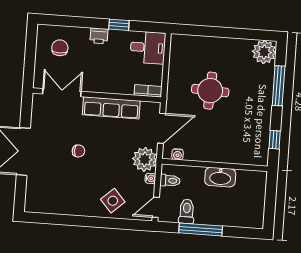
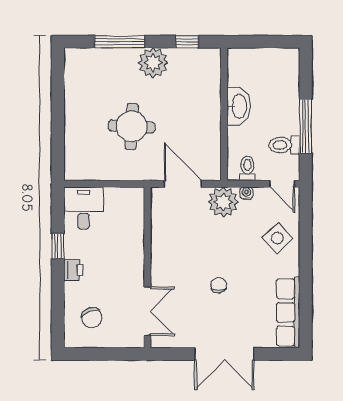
chair: (60, 48) -> (92, 318), turned -109
plant: (264, 52) -> (153, 63), moved
bookcase: (148, 91) -> (138, 204), removed
double door: (62, 93) -> (147, 311), swing flipped
row of seats: (111, 108) -> (288, 312), moved, turned 180
water cooler: (177, 154) -> (214, 162), removed

